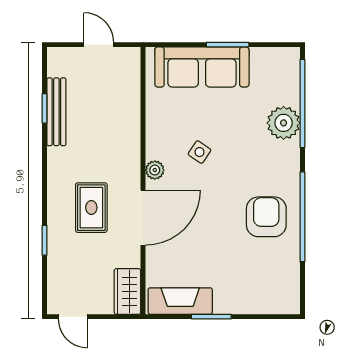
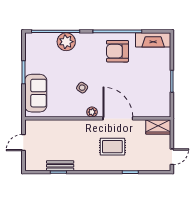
sofa: (202, 67) -> (36, 93), width x0.73
bench: (56, 112) -> (60, 166), width x0.73
fireplace: (180, 301) -> (153, 40), moved, turned -90

